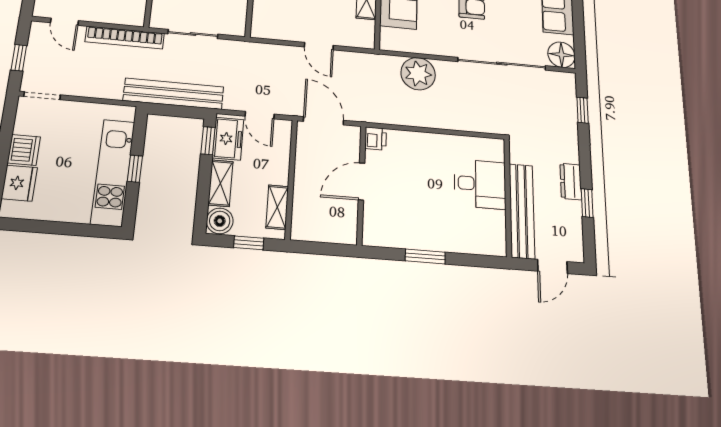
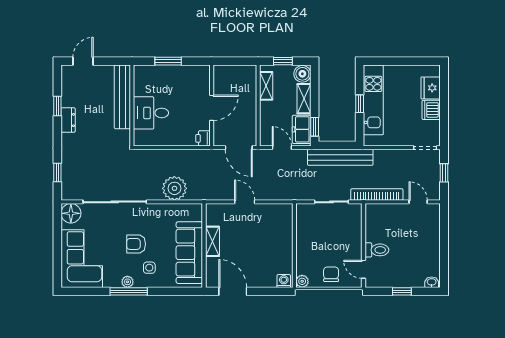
desk: (480, 184) -> (151, 113), moved
wall: (508, 197) -> (132, 106), moved
bench: (522, 211) -> (122, 97), moved

